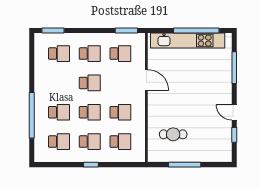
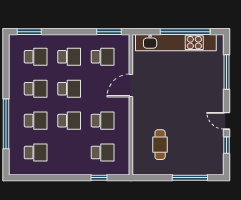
door: (146, 80) -> (131, 86), swing flipped
cafe table: (173, 134) -> (160, 145), turned 90
school desk: (90, 142) -> (36, 89), moved
window: (91, 165) -> (99, 178), moved
window: (185, 165) -> (190, 178), moved

